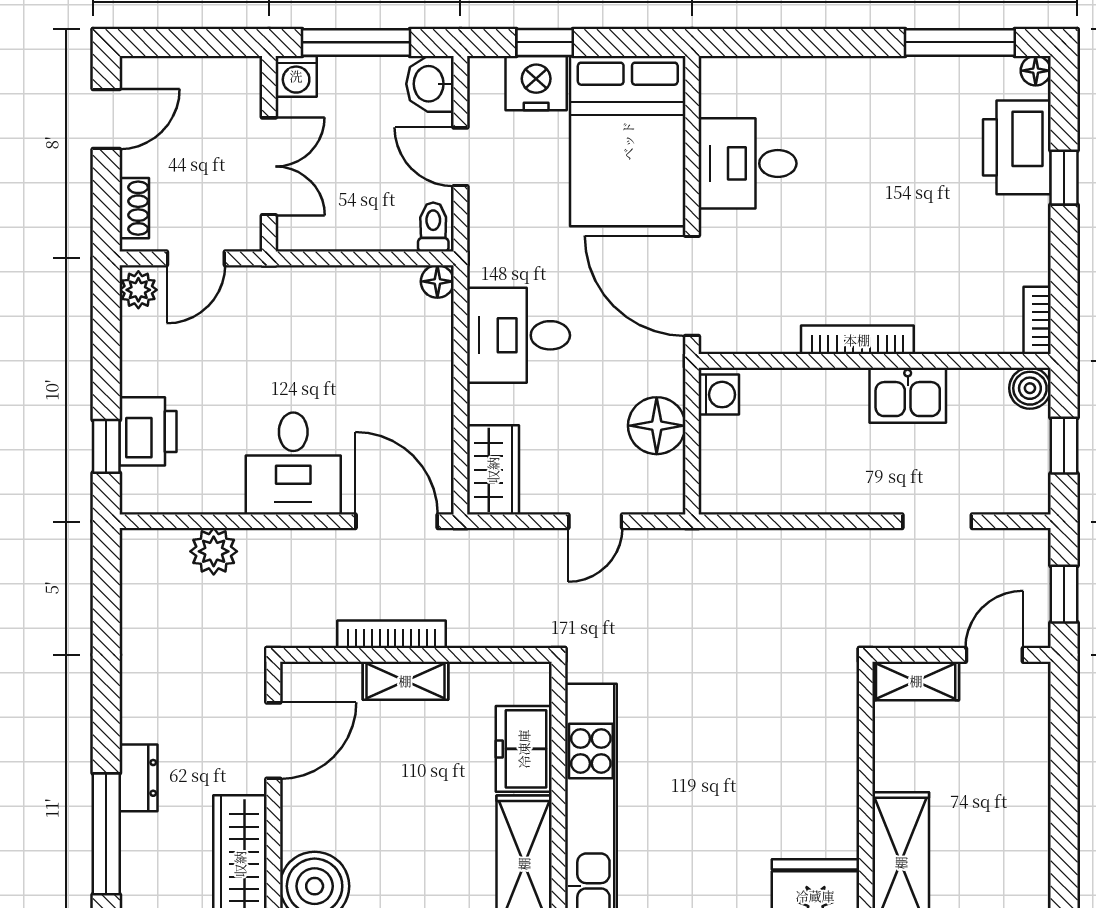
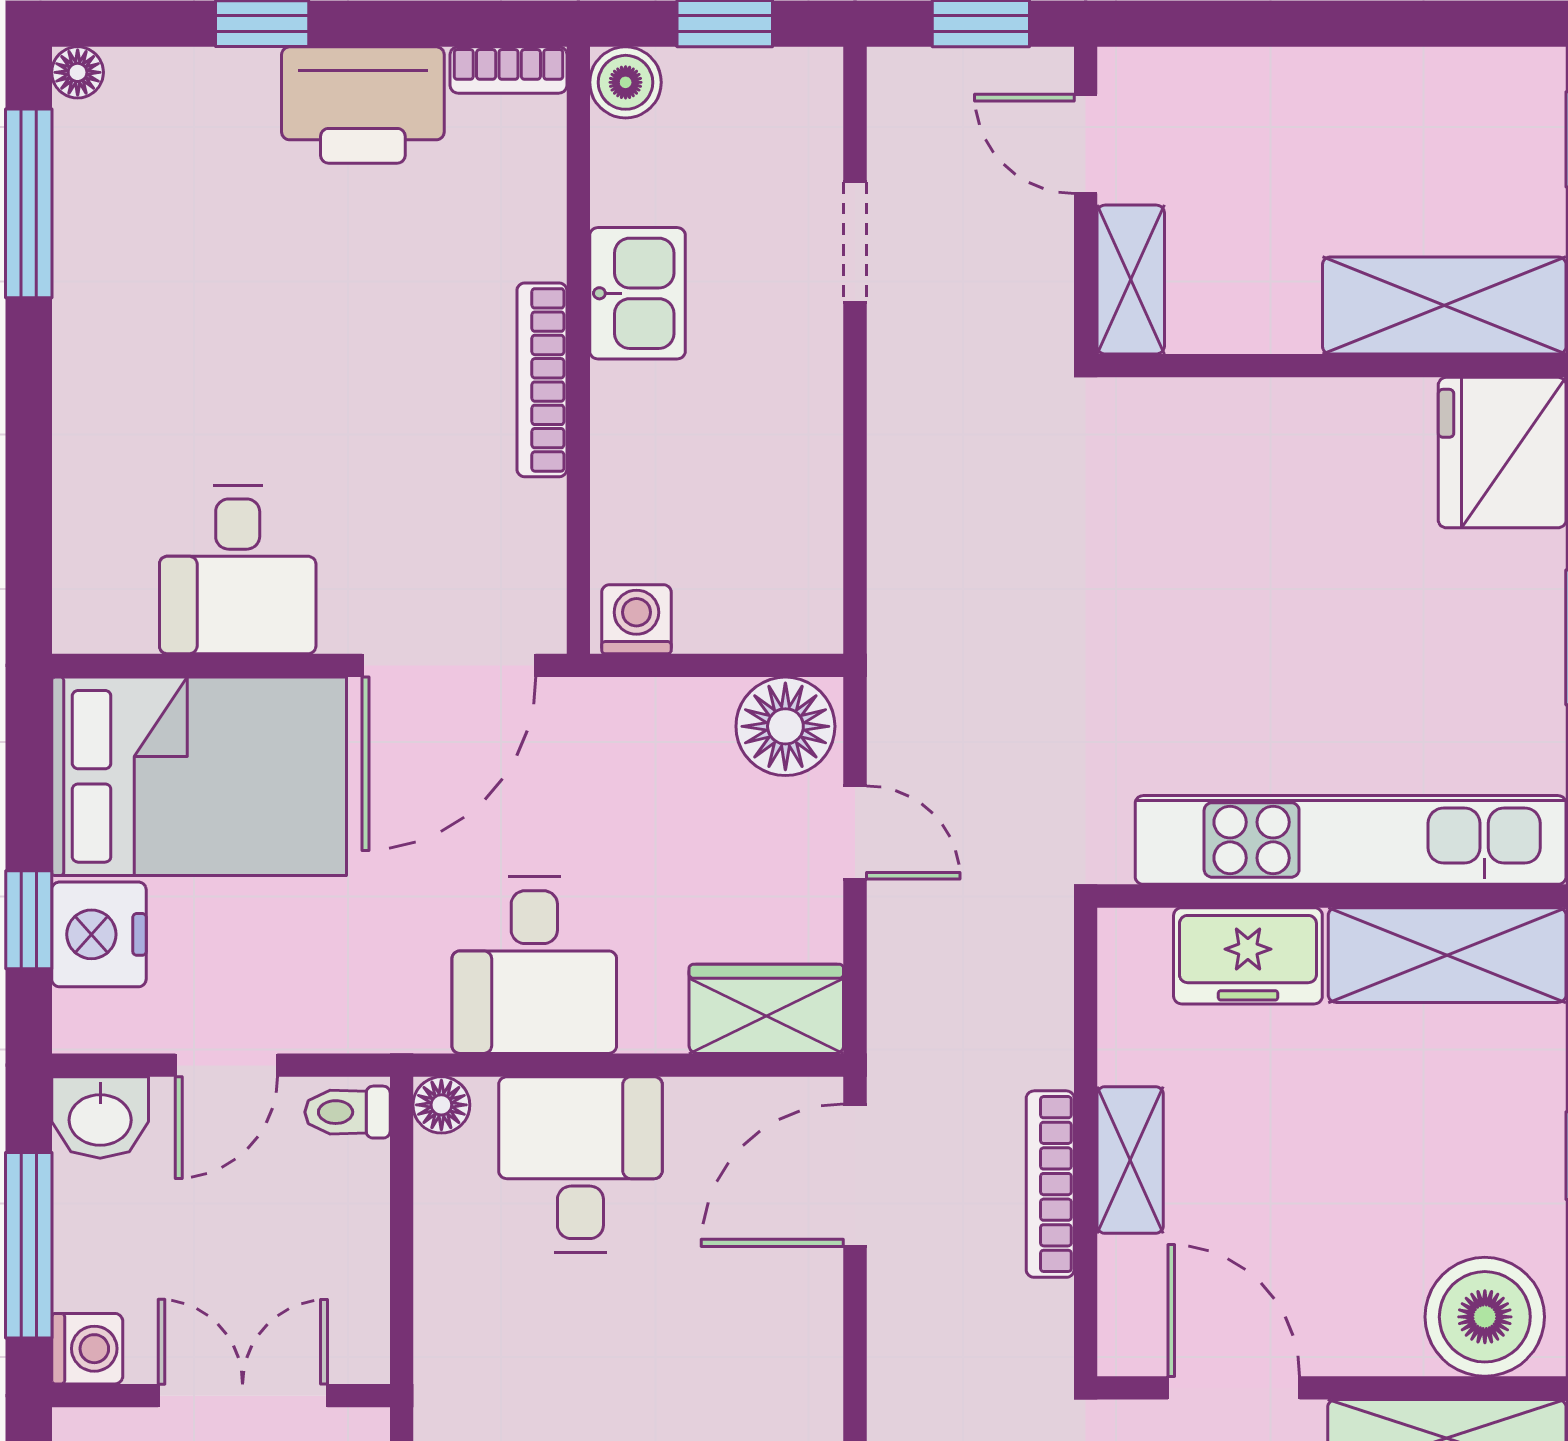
printer: (1017, 147) -> (363, 105), moved
floor lamp: (657, 426) -> (785, 726), moved
desk: (293, 463) -> (580, 1165), moved, turned -90

